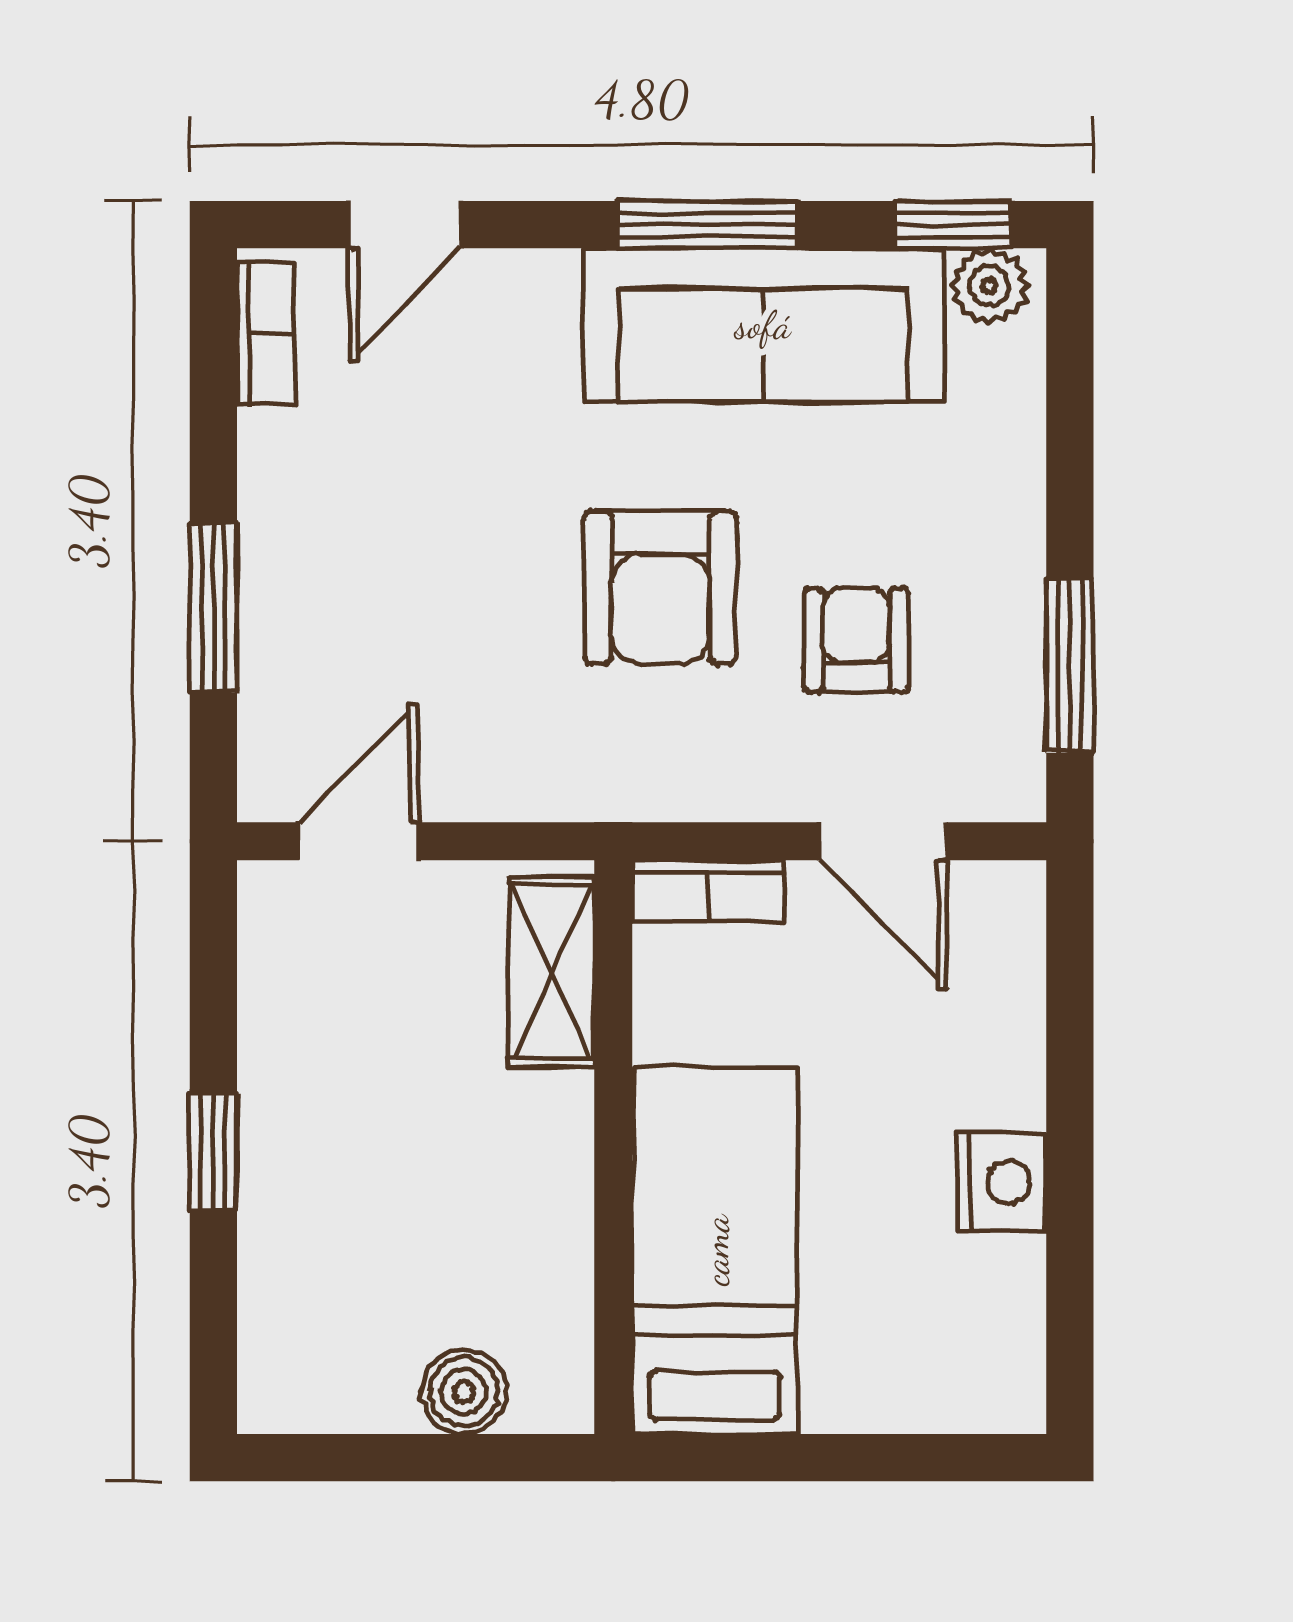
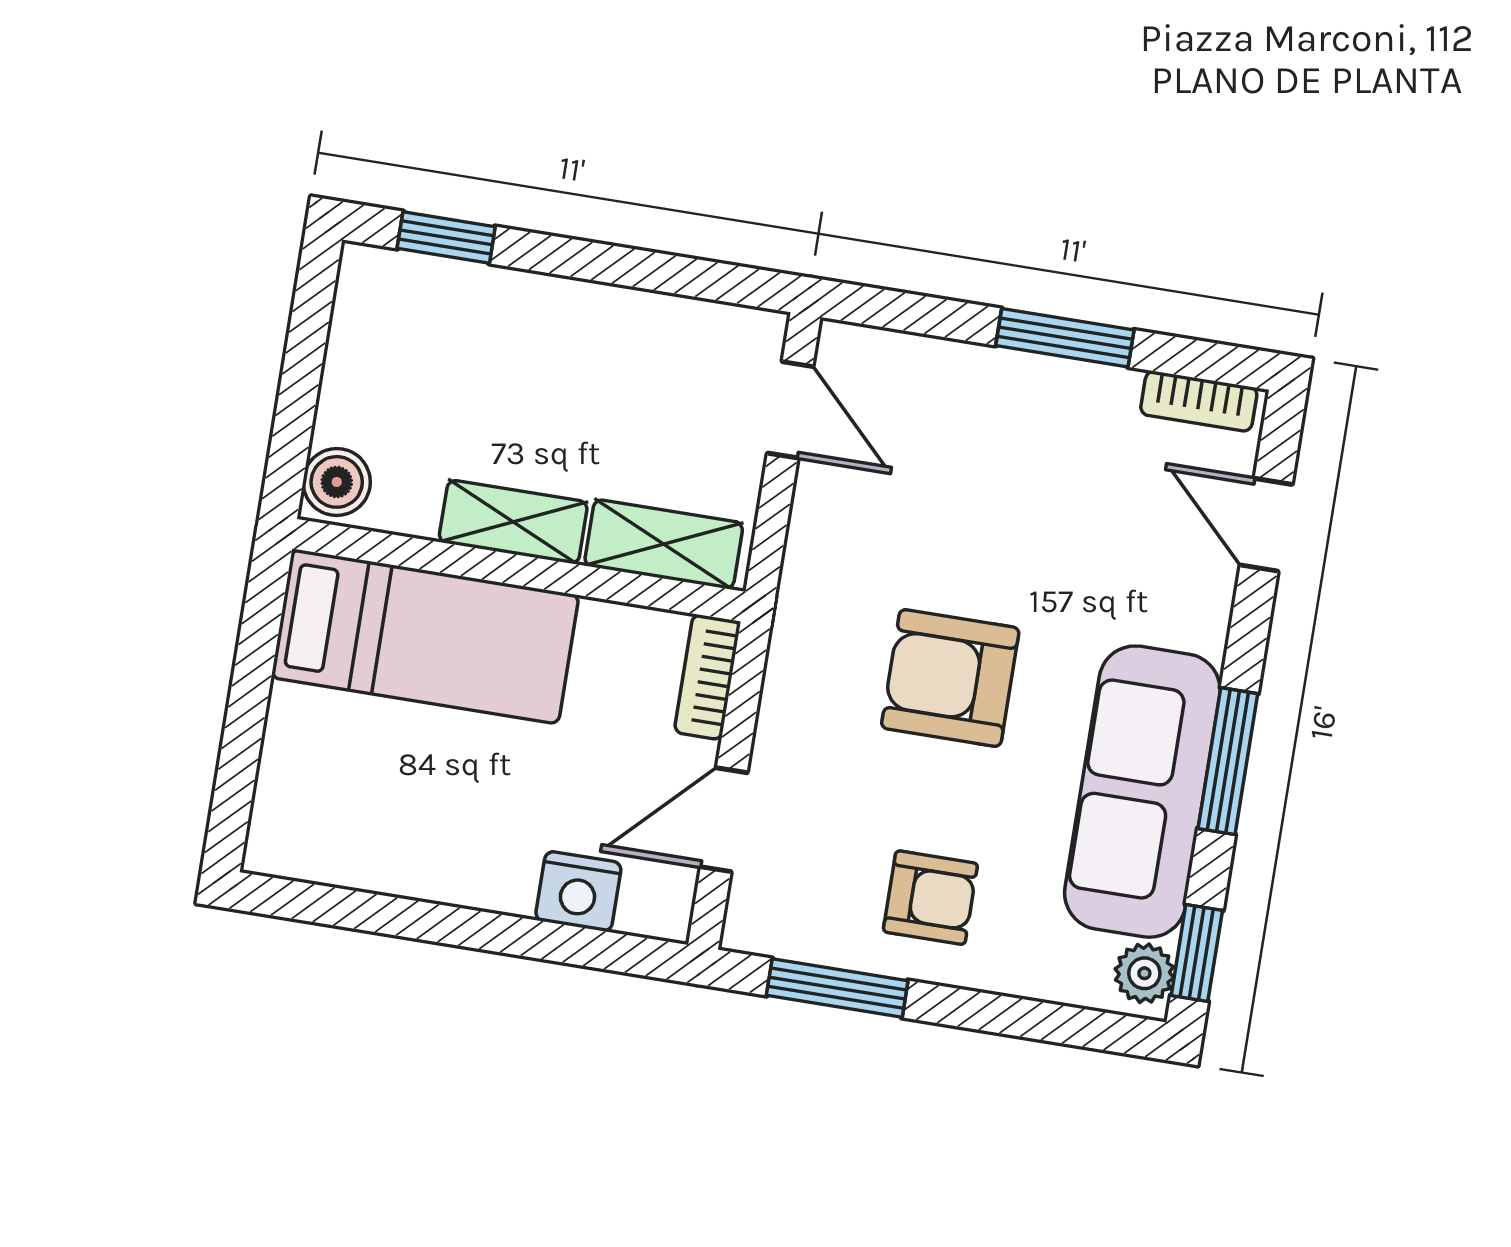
window: (213, 608) -> (1065, 338), moved
armchair: (856, 640) -> (930, 898), moved
window: (213, 1151) -> (446, 238), moved
shelving: (554, 1164) -> (513, 522), added
nightstand: (1002, 1182) -> (578, 891), moved
boiler: (464, 1392) -> (337, 482), moved

